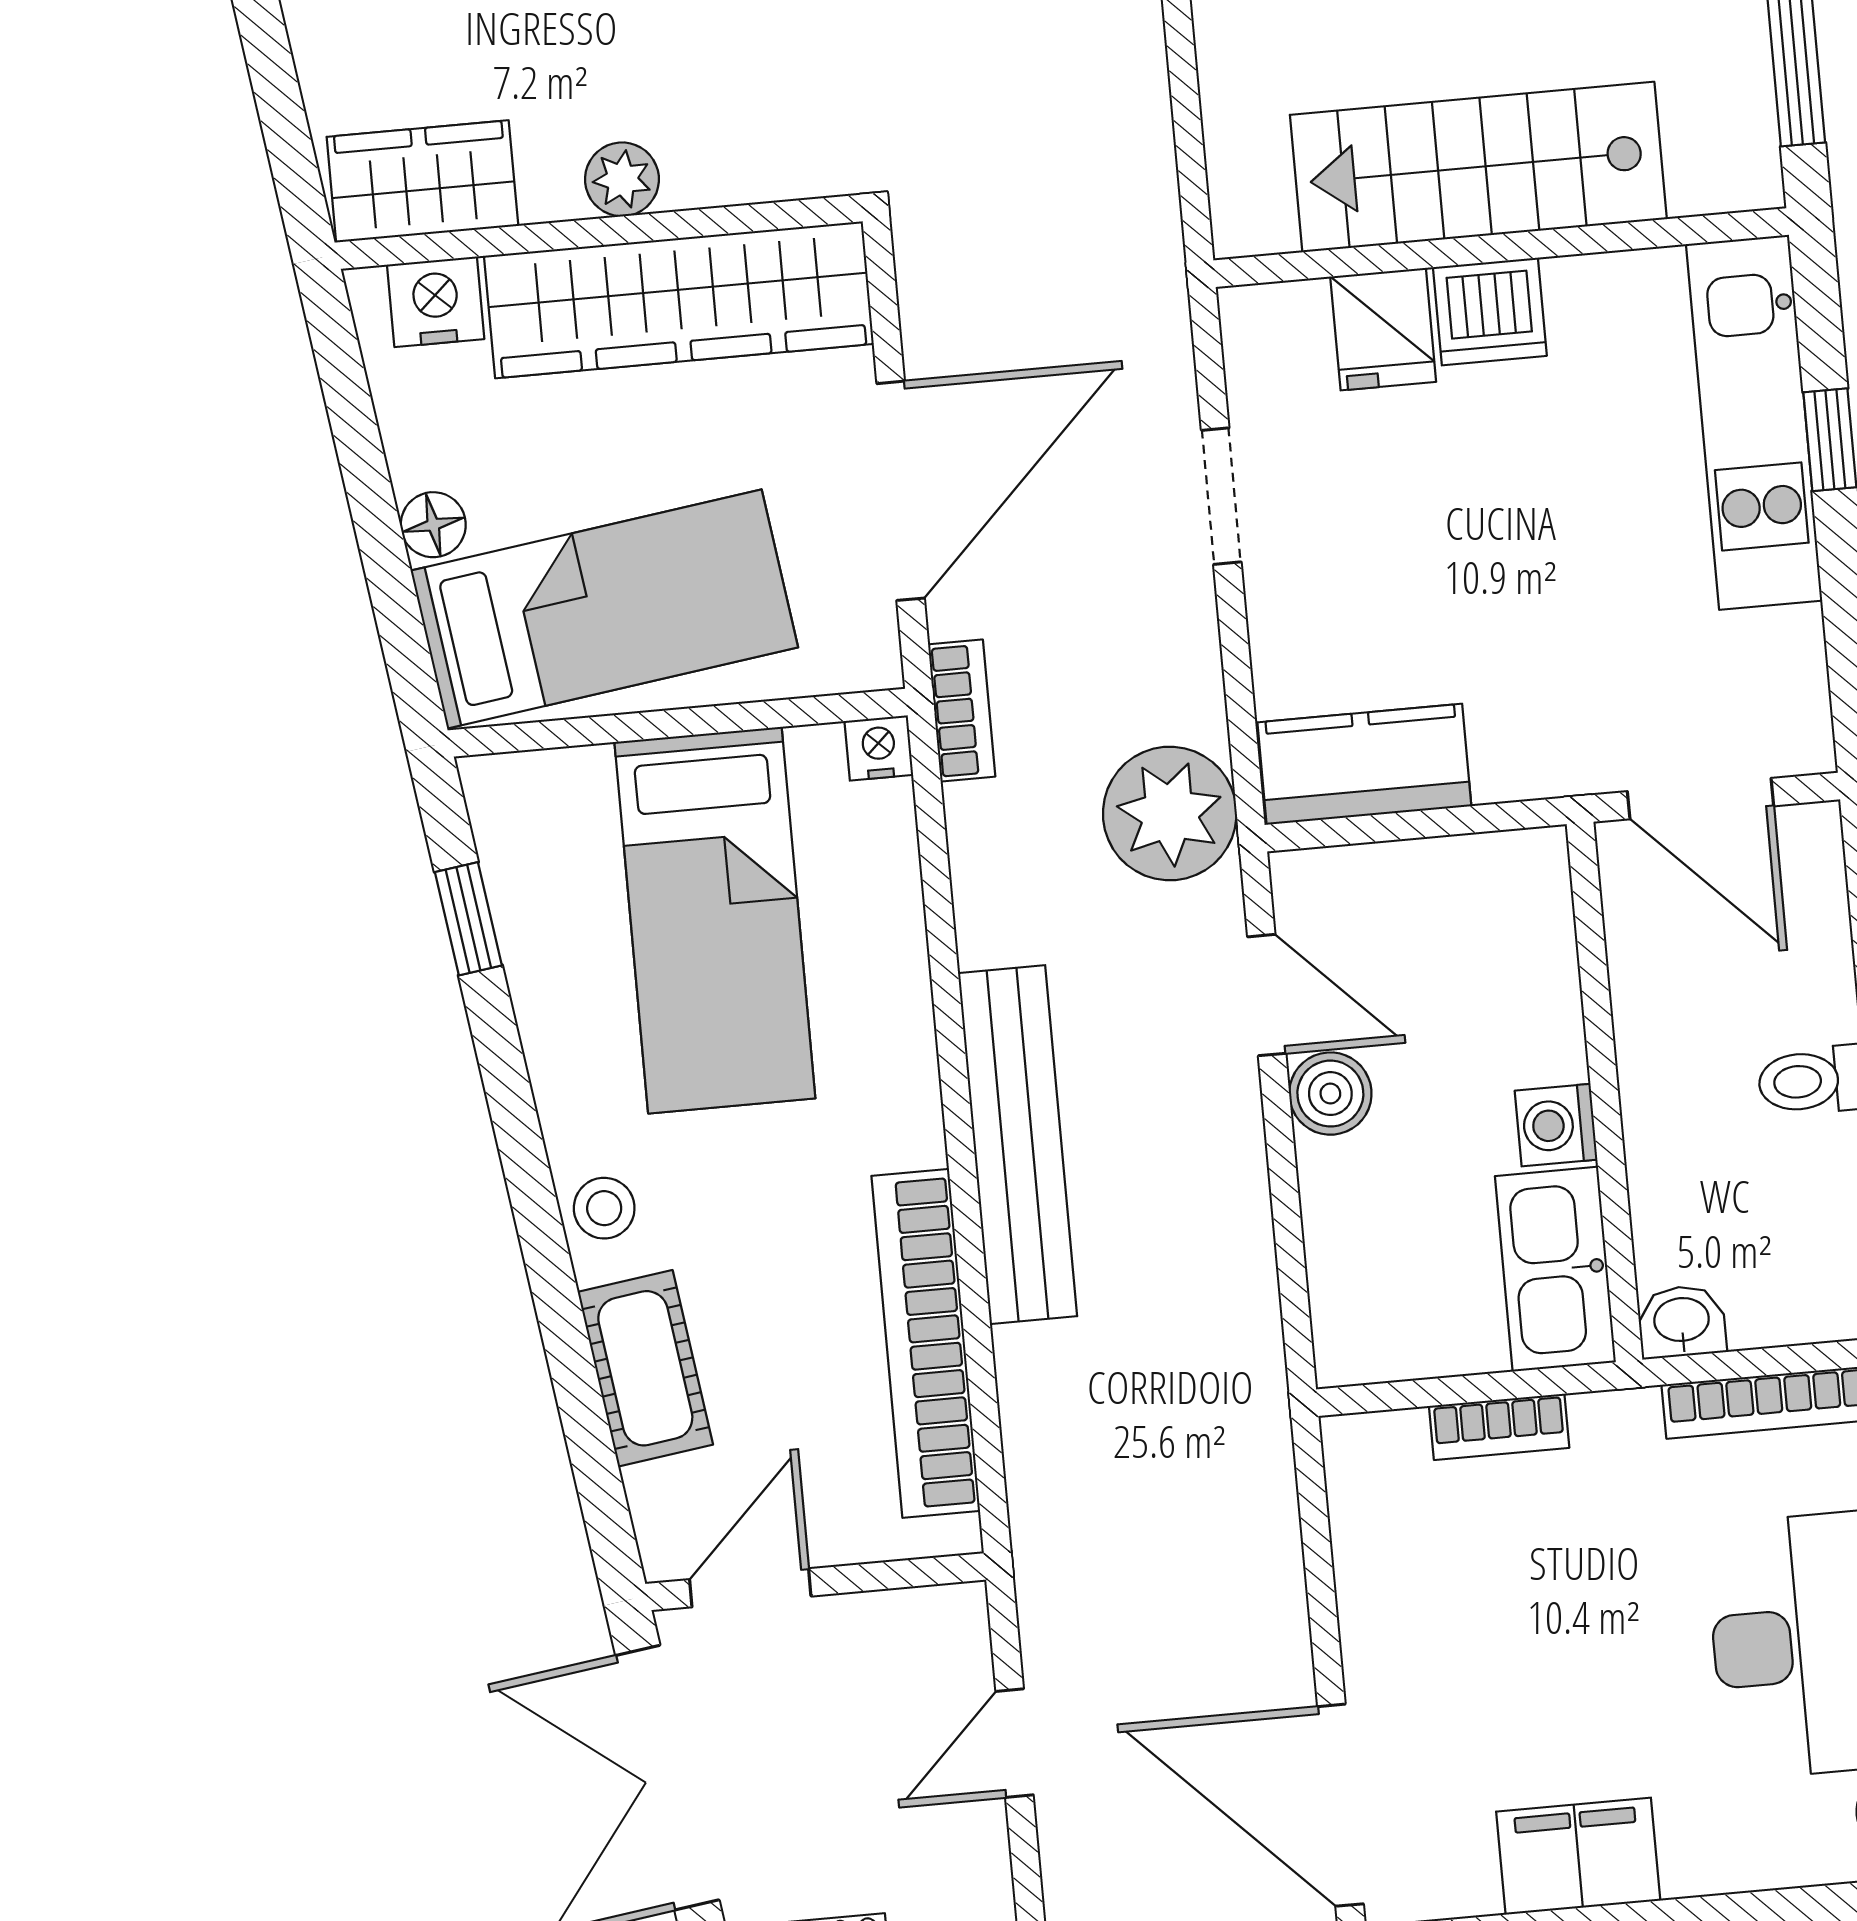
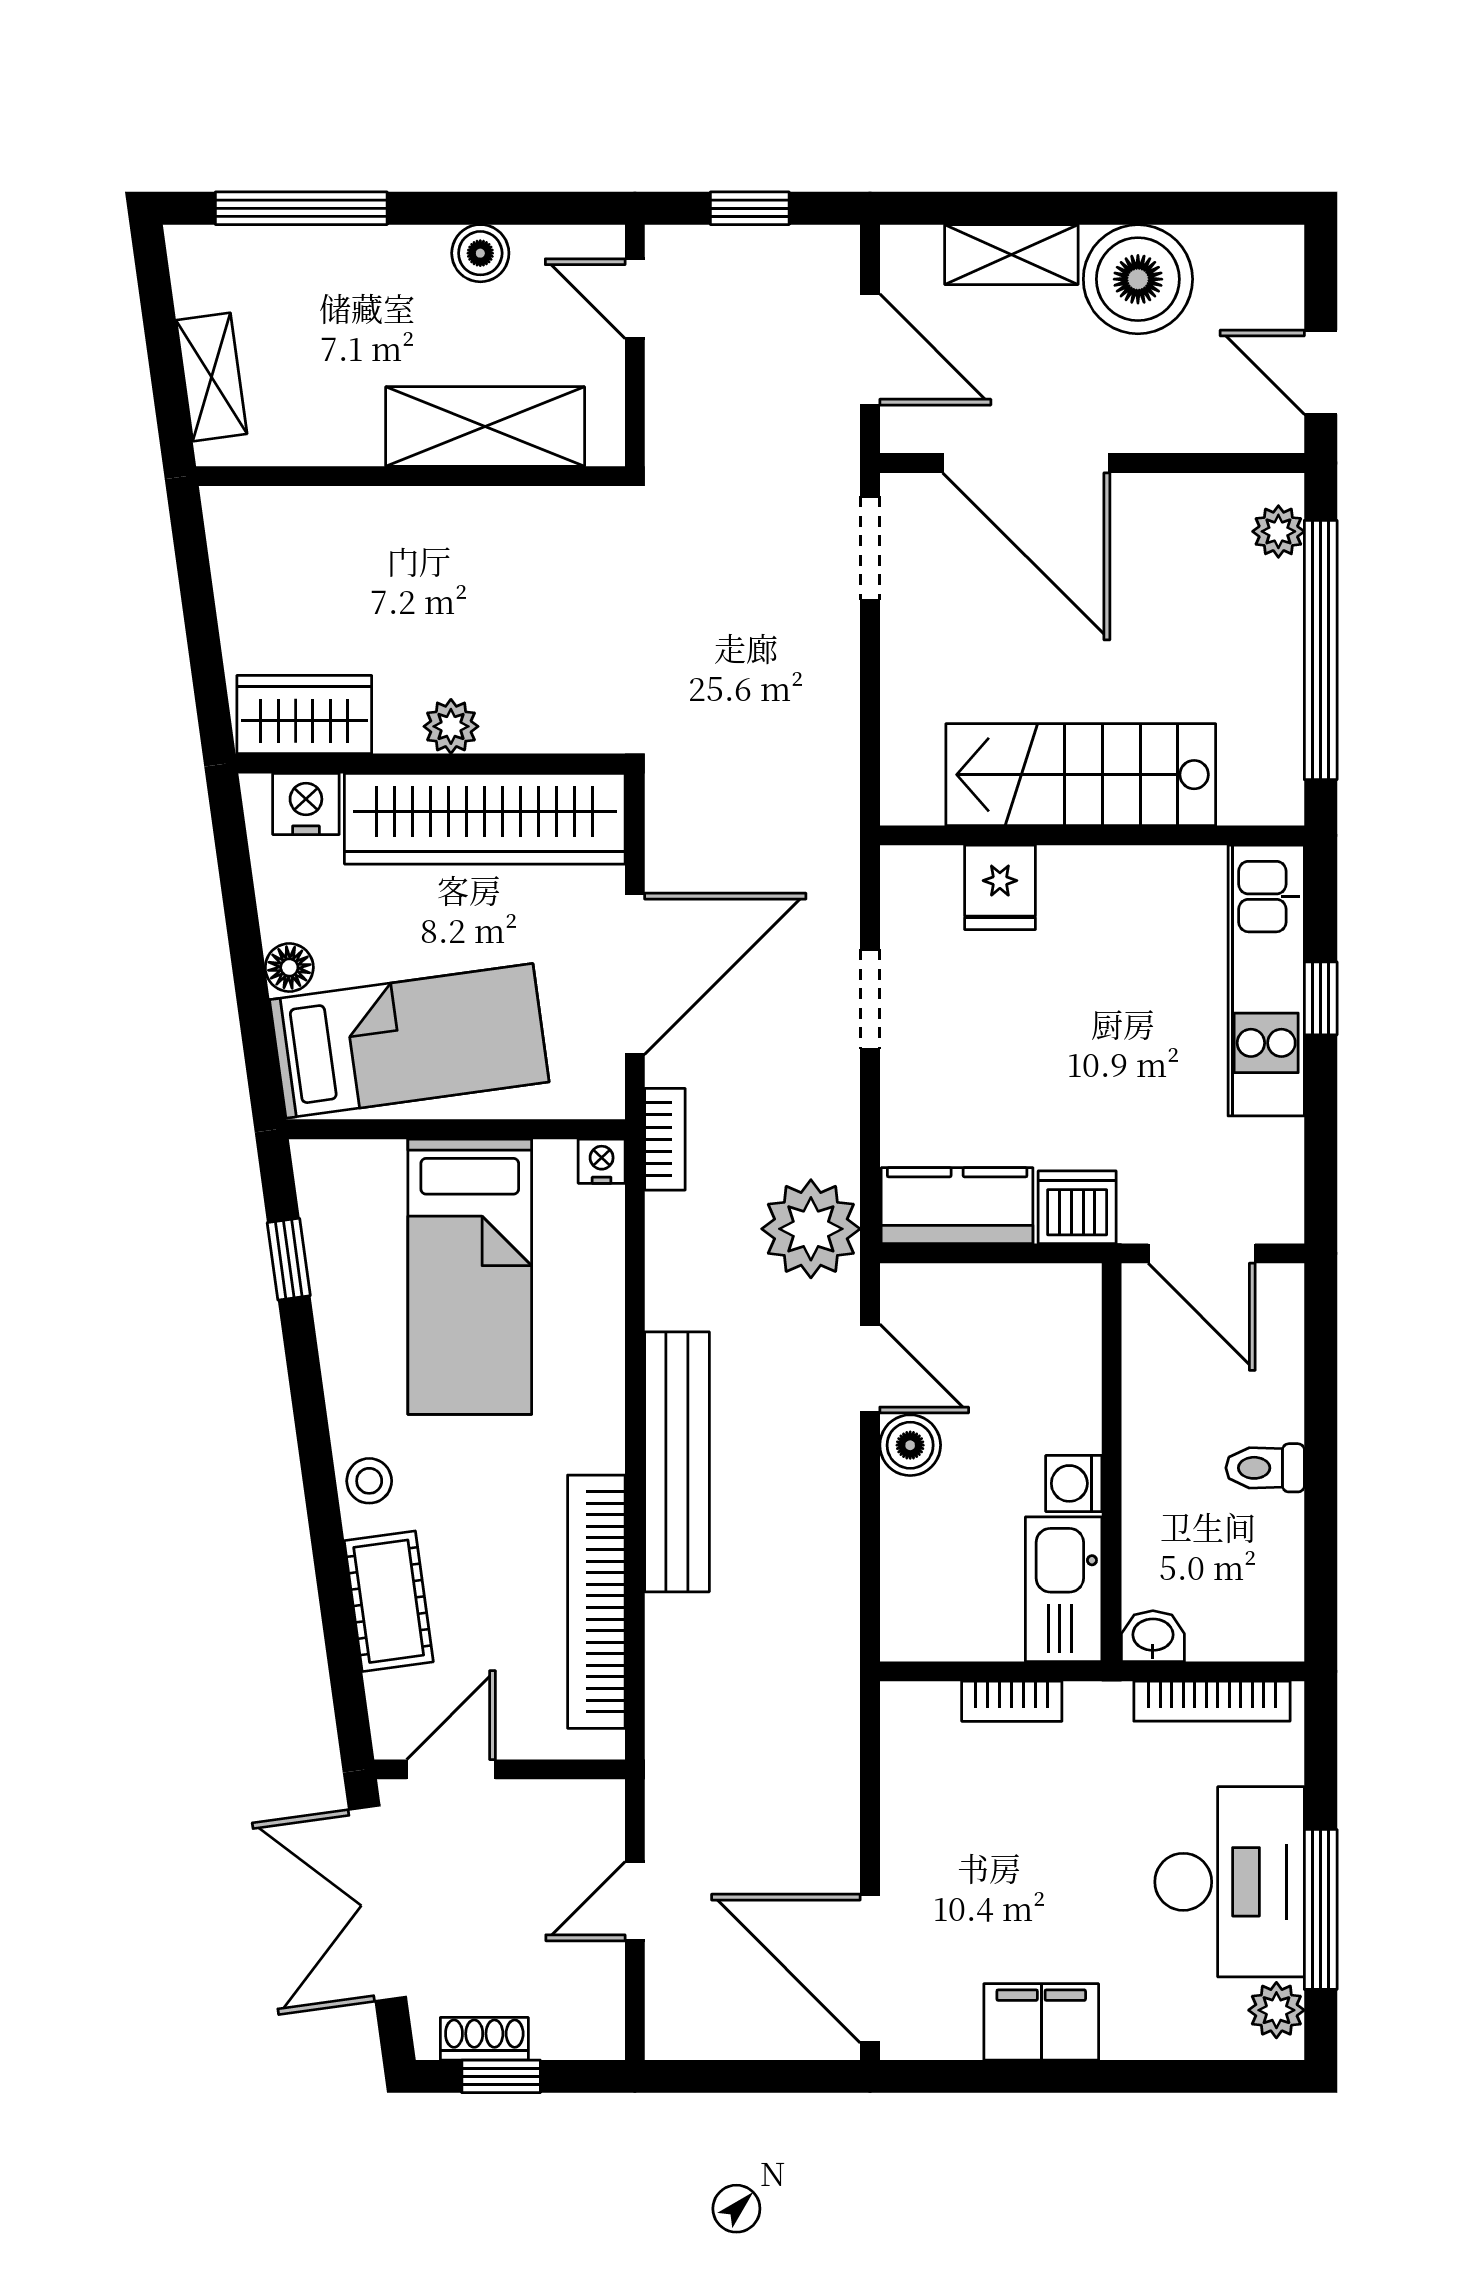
dishwasher: (1490, 311) -> (1077, 1207), moved, turned 180

